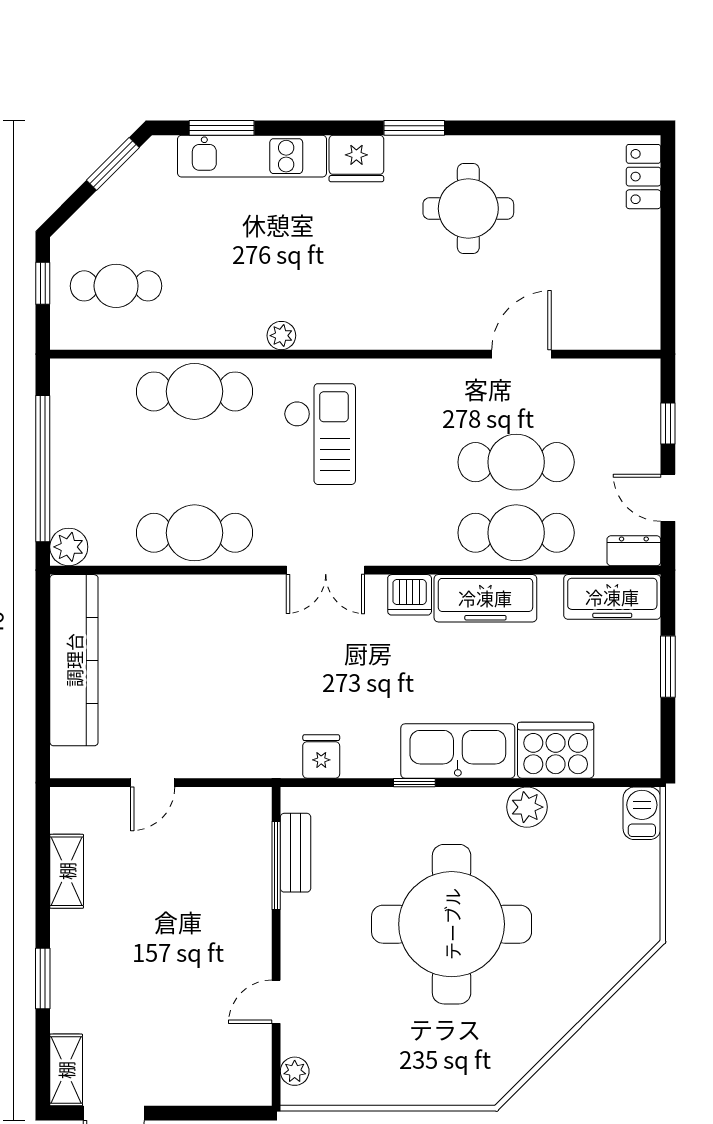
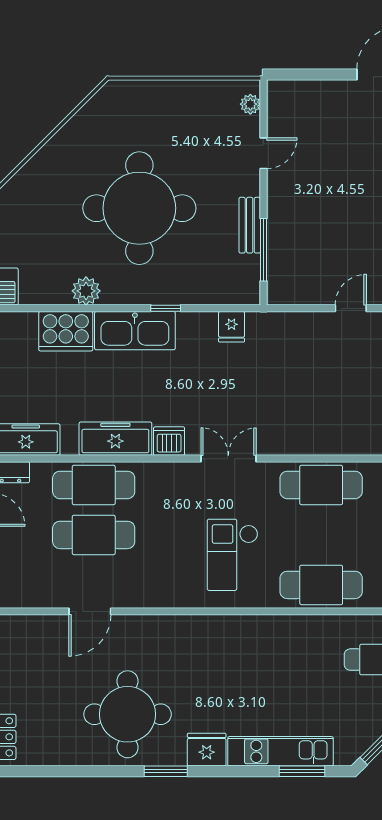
round table: (468, 209) -> (128, 714), width x1.36, depth x1.36
plant: (281, 336) -> (260, 624), removed
bench: (296, 853) -> (250, 225), moved

